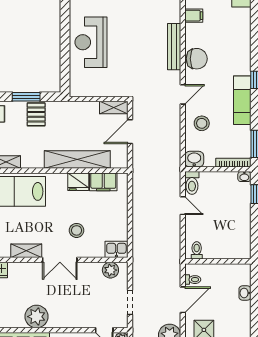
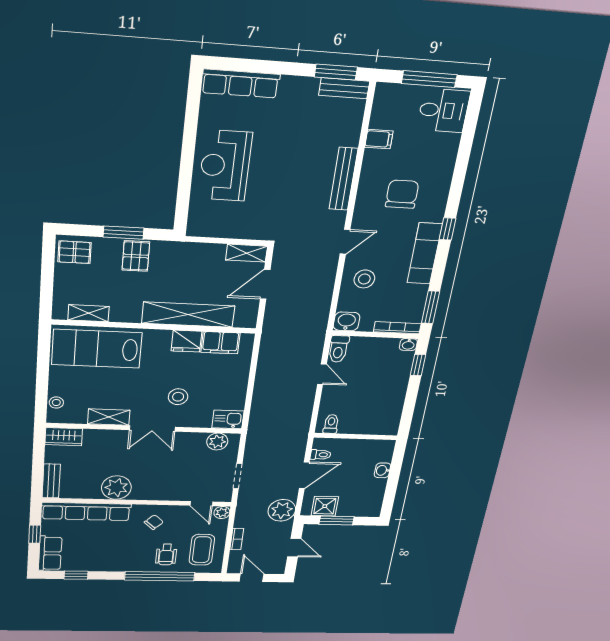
chair: (197, 59) -> (402, 194), moved, turned -90

